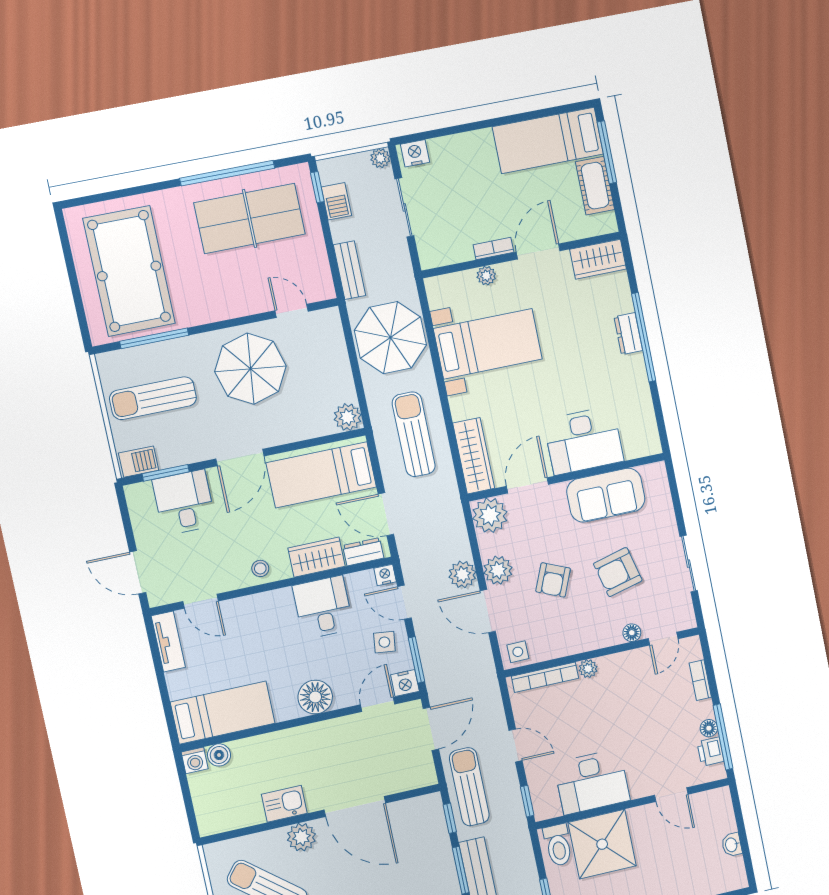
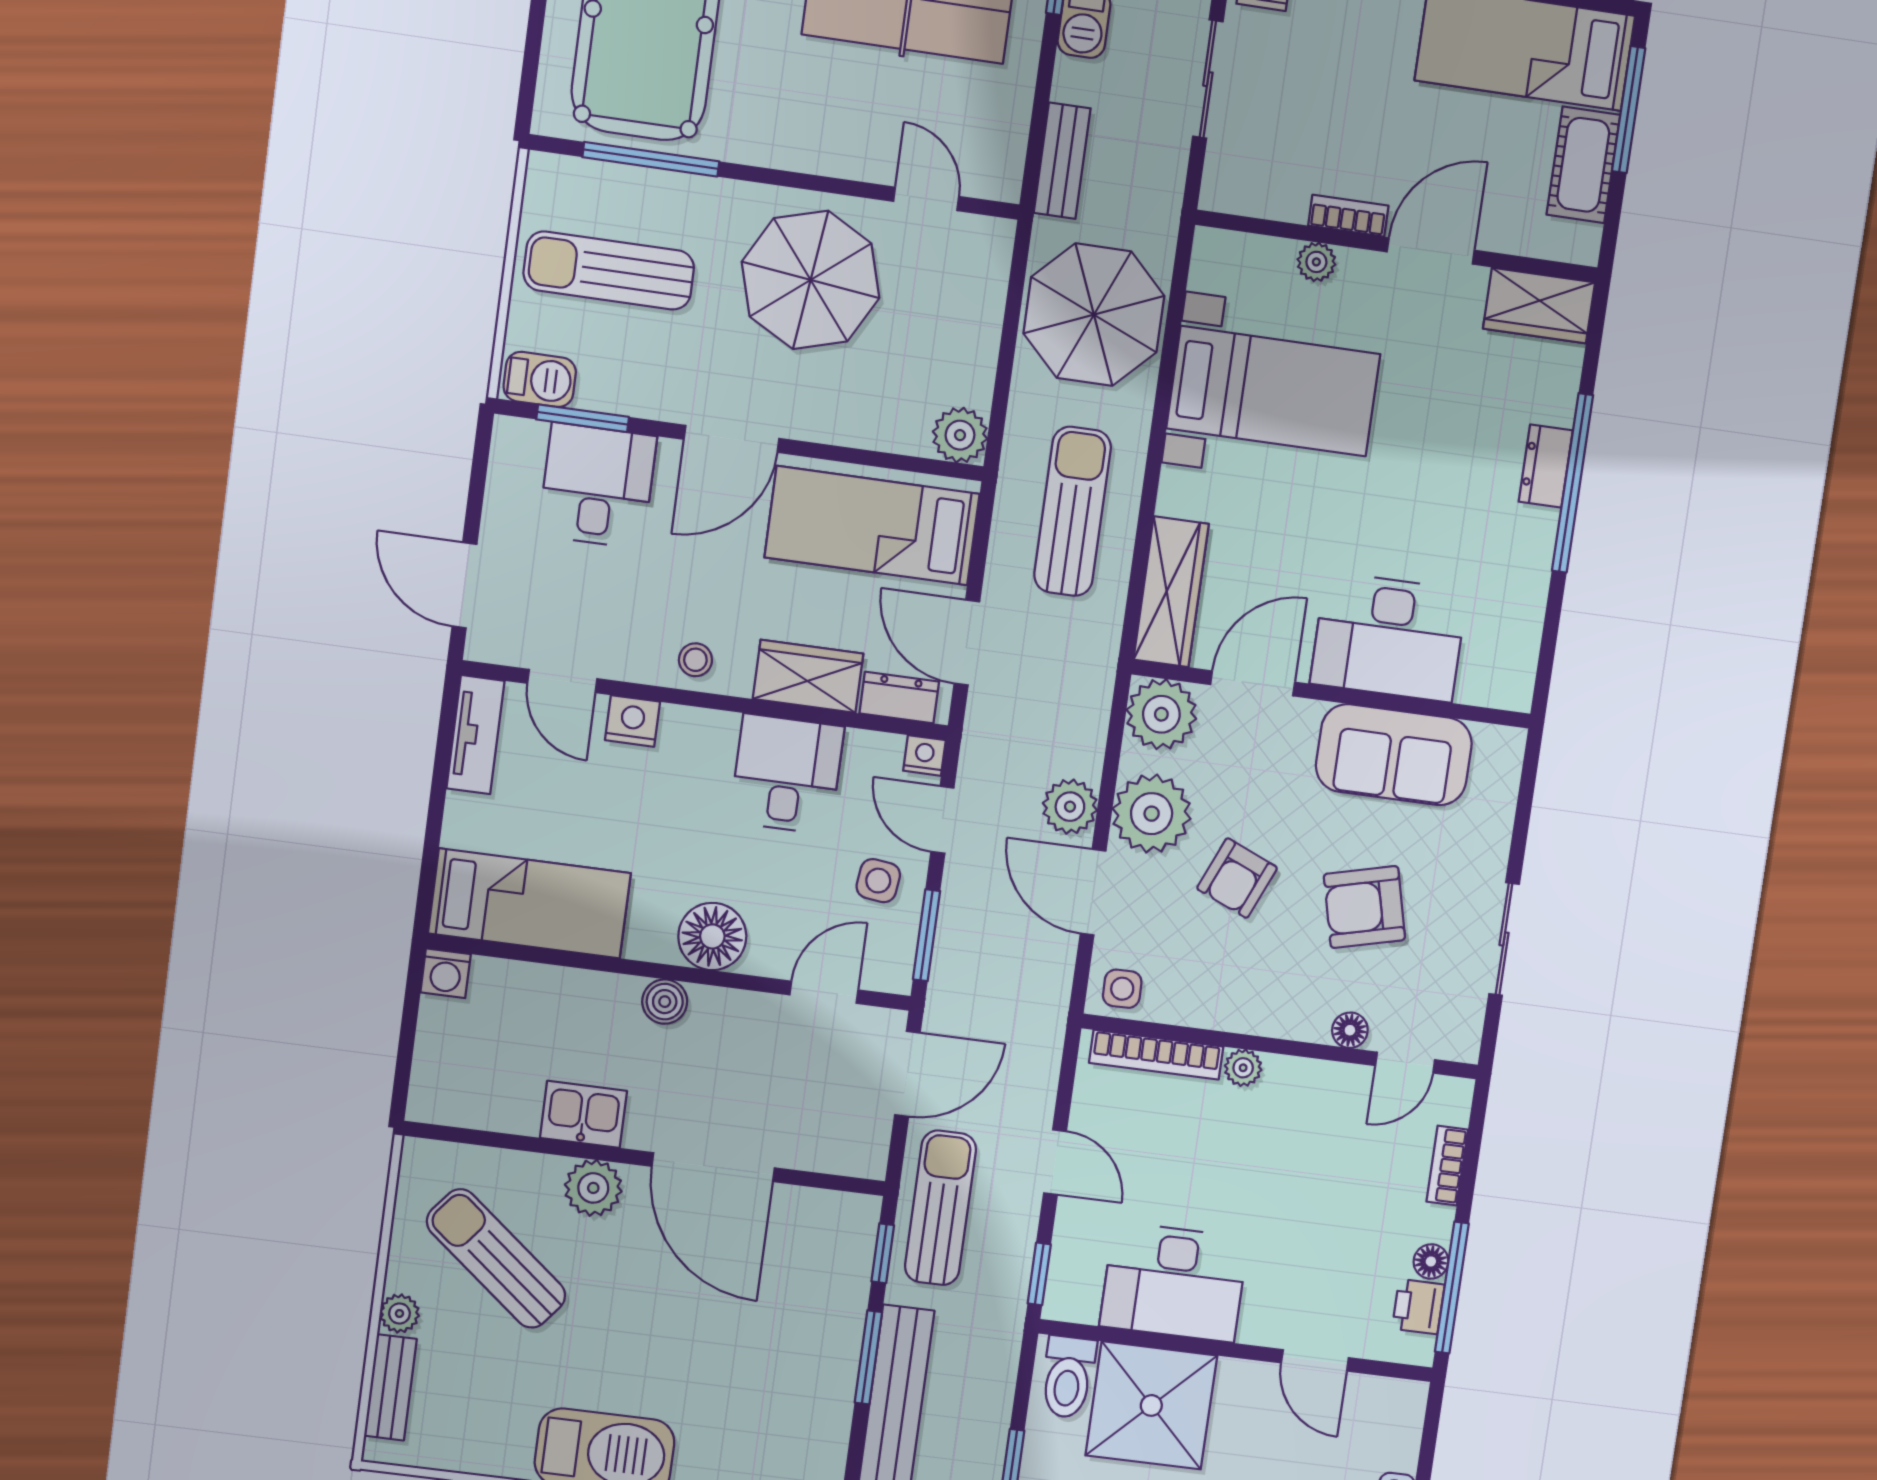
plant: (498, 570) -> (1152, 814), width x1.36, depth x1.36
nightstand: (405, 683) -> (633, 721), moved, turned 180
boiler: (219, 755) -> (665, 1002), moved

